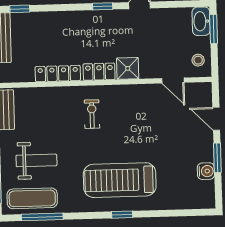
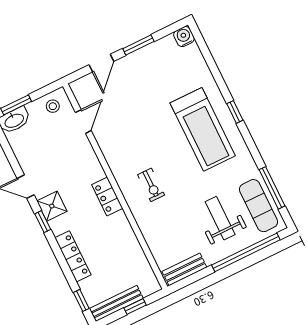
shower: (128, 68) -> (52, 206), moved
locker: (58, 74) -> (73, 256), moved, turned 180
exercise bike: (92, 114) -> (151, 185), turned -90
water cooler: (206, 171) -> (184, 37), moved

